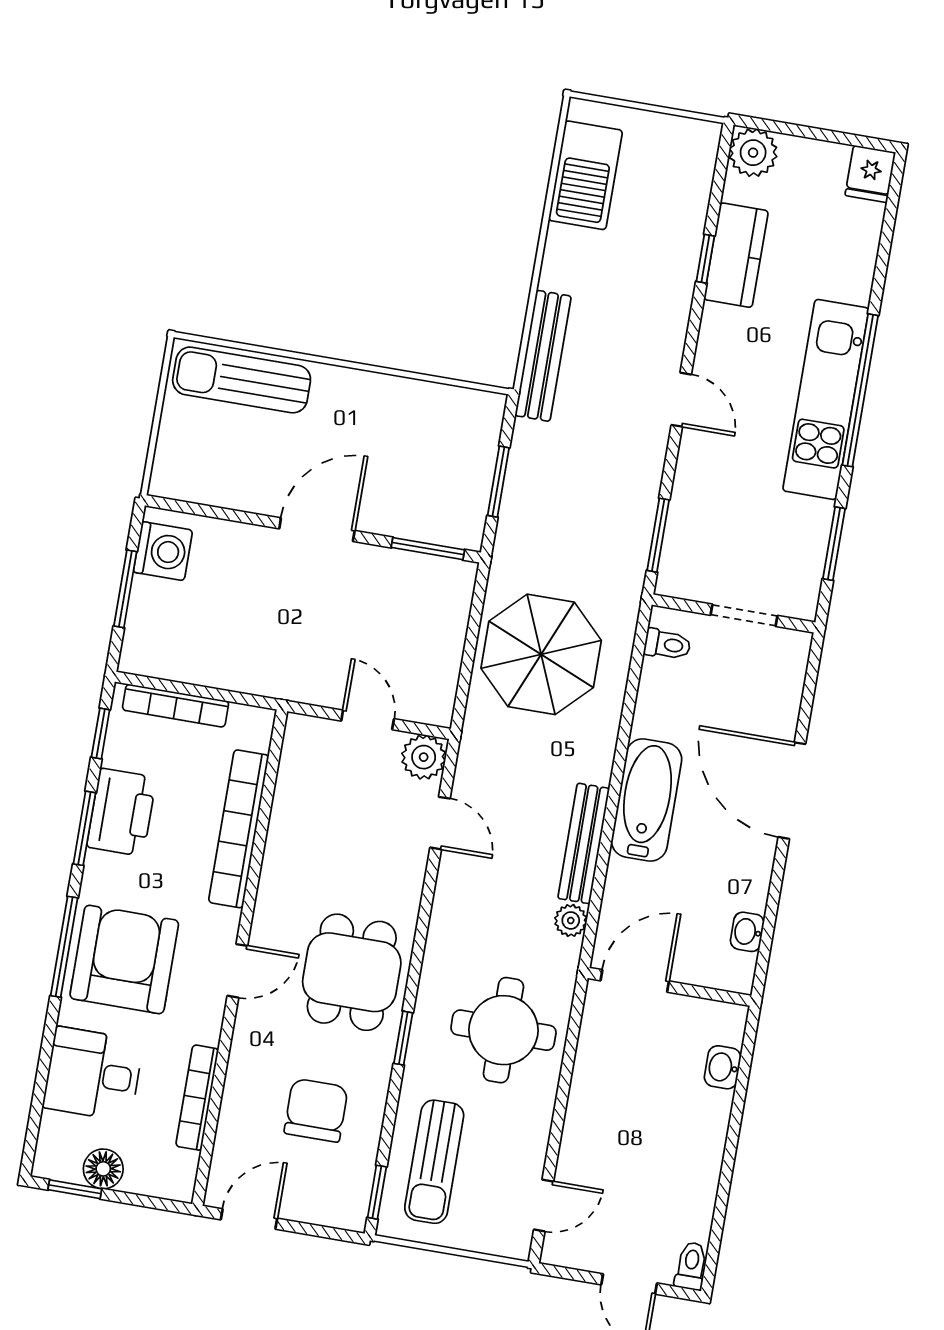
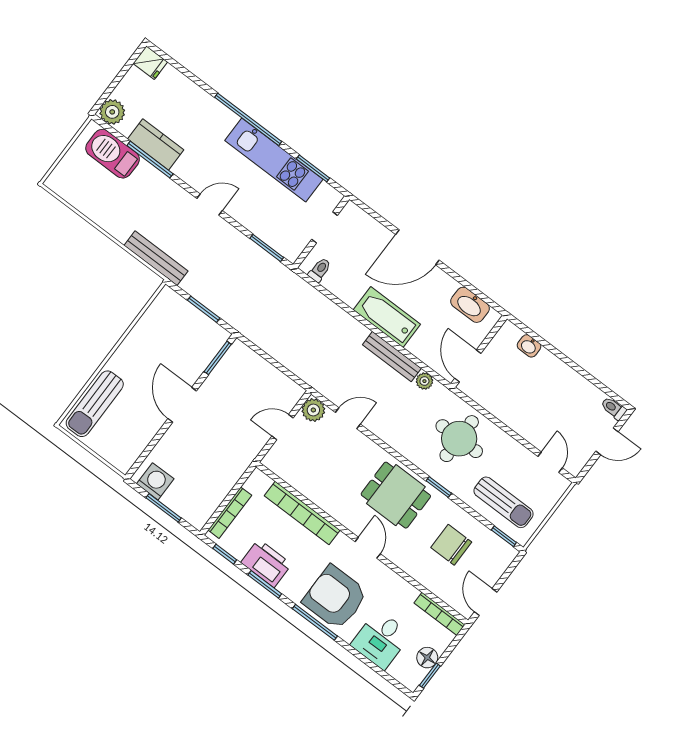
barbecue: (585, 175) -> (113, 154), moved, turned 180
window: (705, 259) -> (150, 160), width x2.17
kitchen unit: (826, 399) -> (274, 160), moved
parasol: (541, 654) -> (294, 331), removed
washbasin: (747, 932) -> (470, 305), width x1.91, depth x1.45
bookcase: (197, 1098) -> (439, 614), moved

